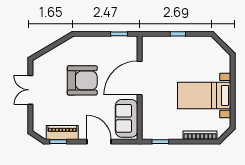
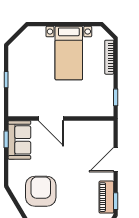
door: (140, 78) -> (51, 119), width x0.73
armchair: (82, 80) -> (41, 191), moved
sofa: (127, 118) -> (19, 140), moved, turned -90

